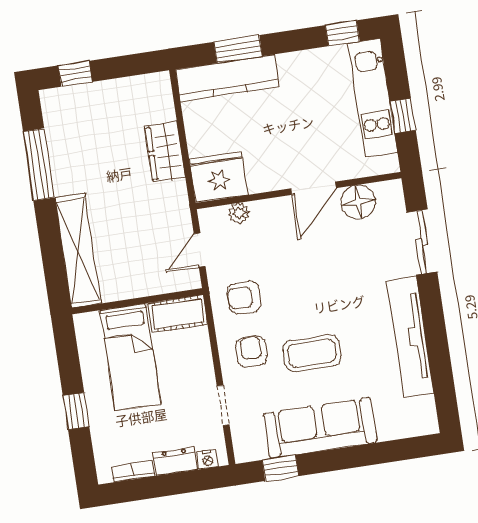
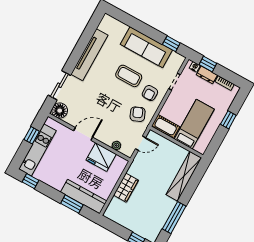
fridge: (218, 177) -> (101, 157), moved
floor lamp: (358, 202) -> (60, 111), moved
armchair: (244, 298) -> (138, 114), turned -113
window: (188, 482) -> (208, 64), added

